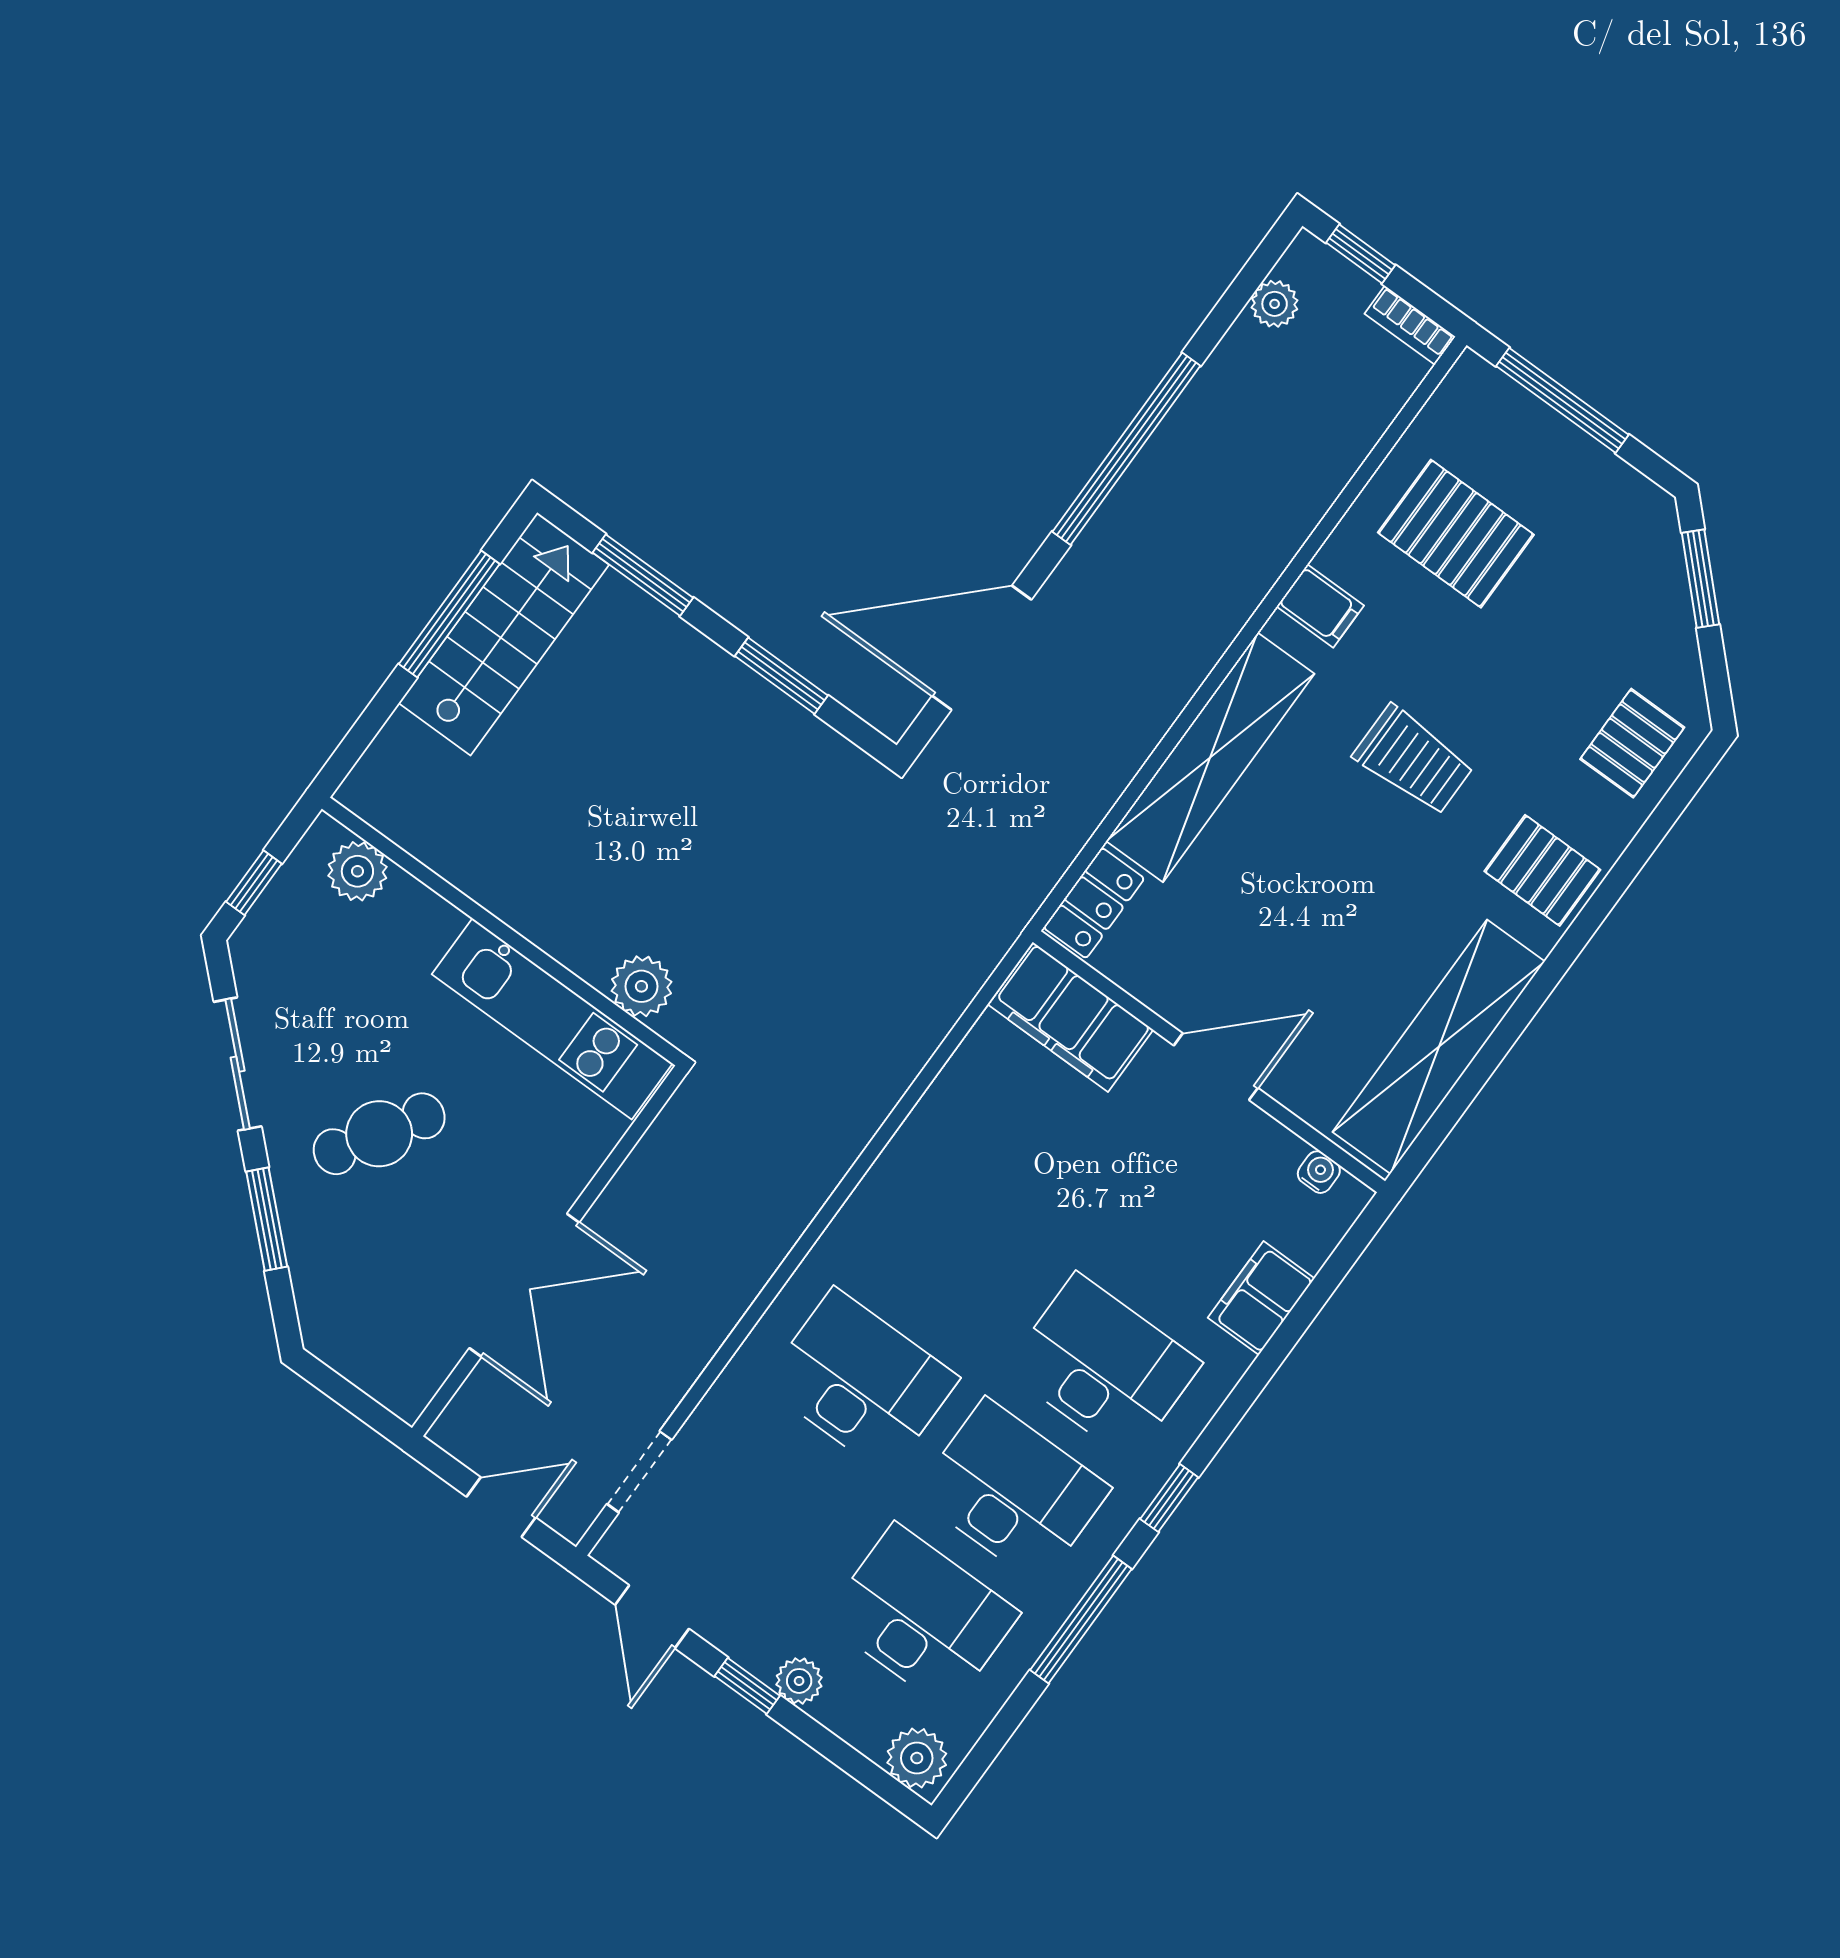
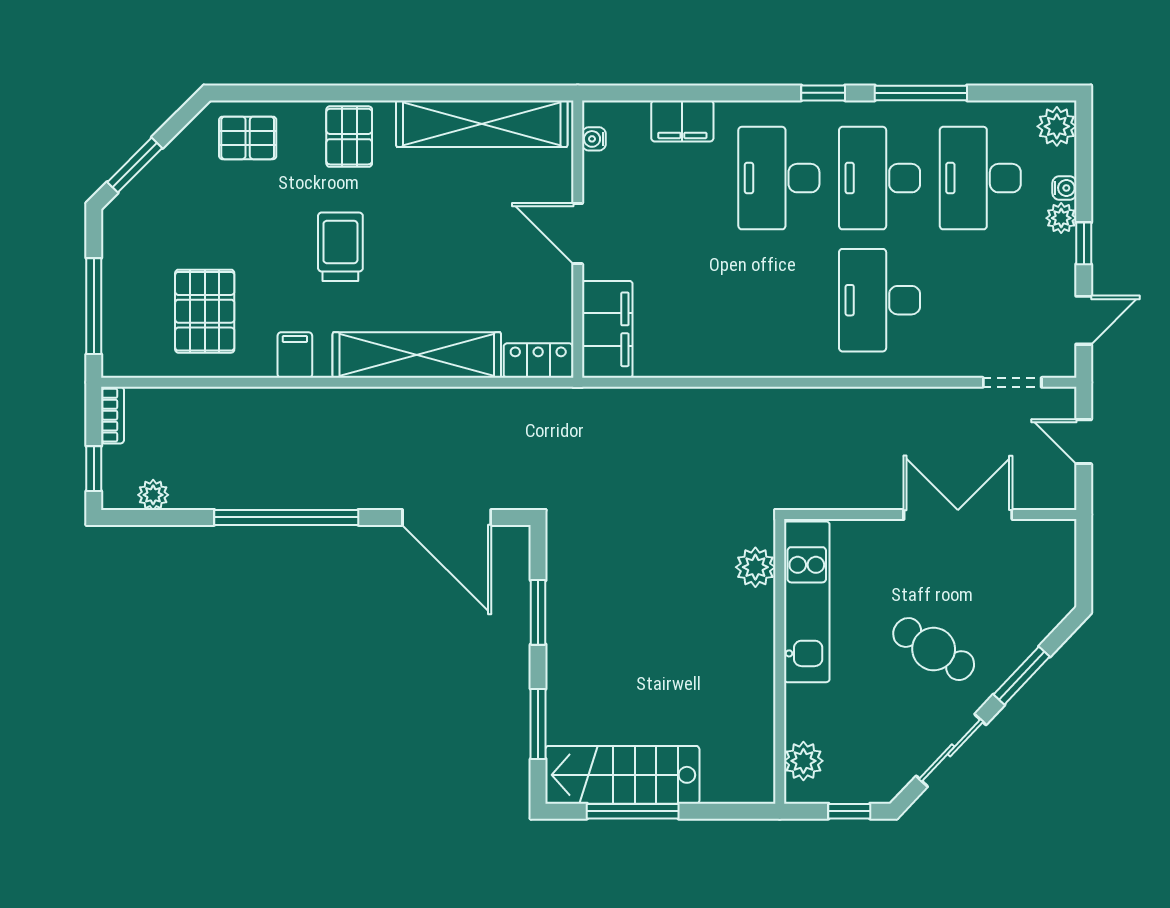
water cooler: (833, 1712) -> (1064, 188), added

